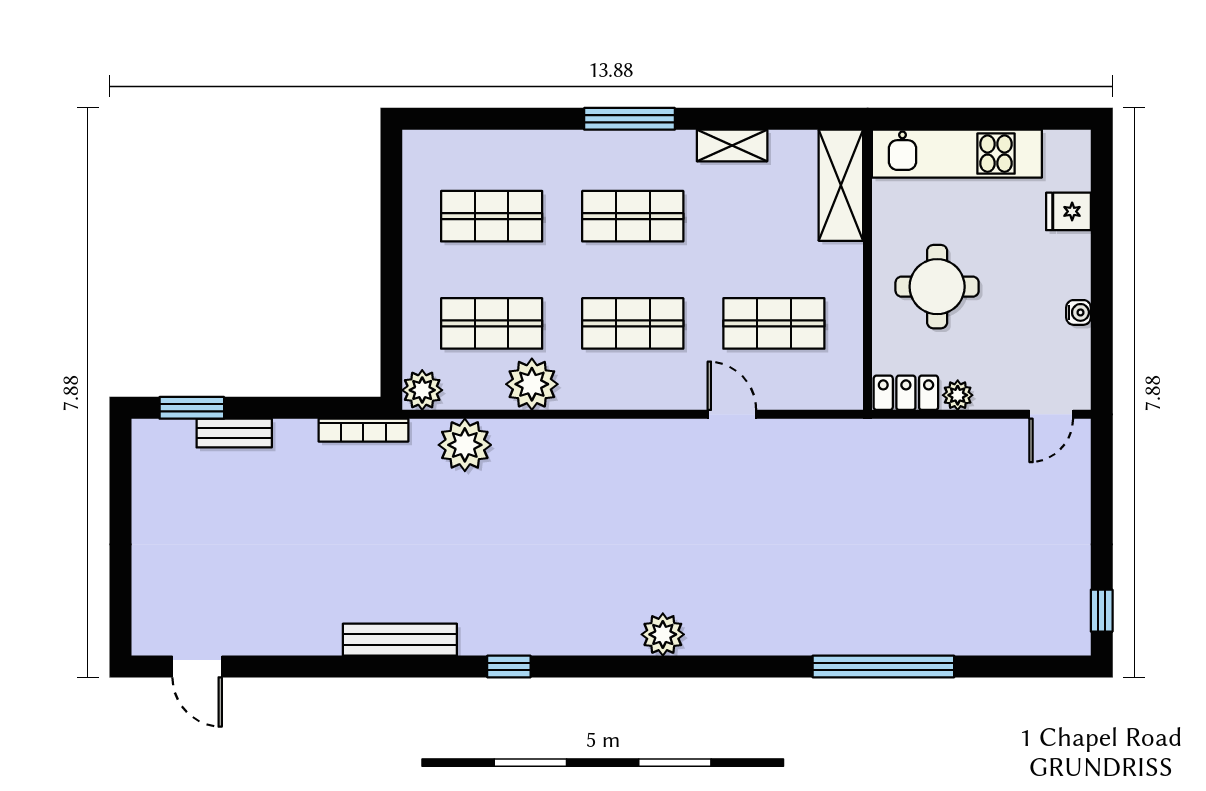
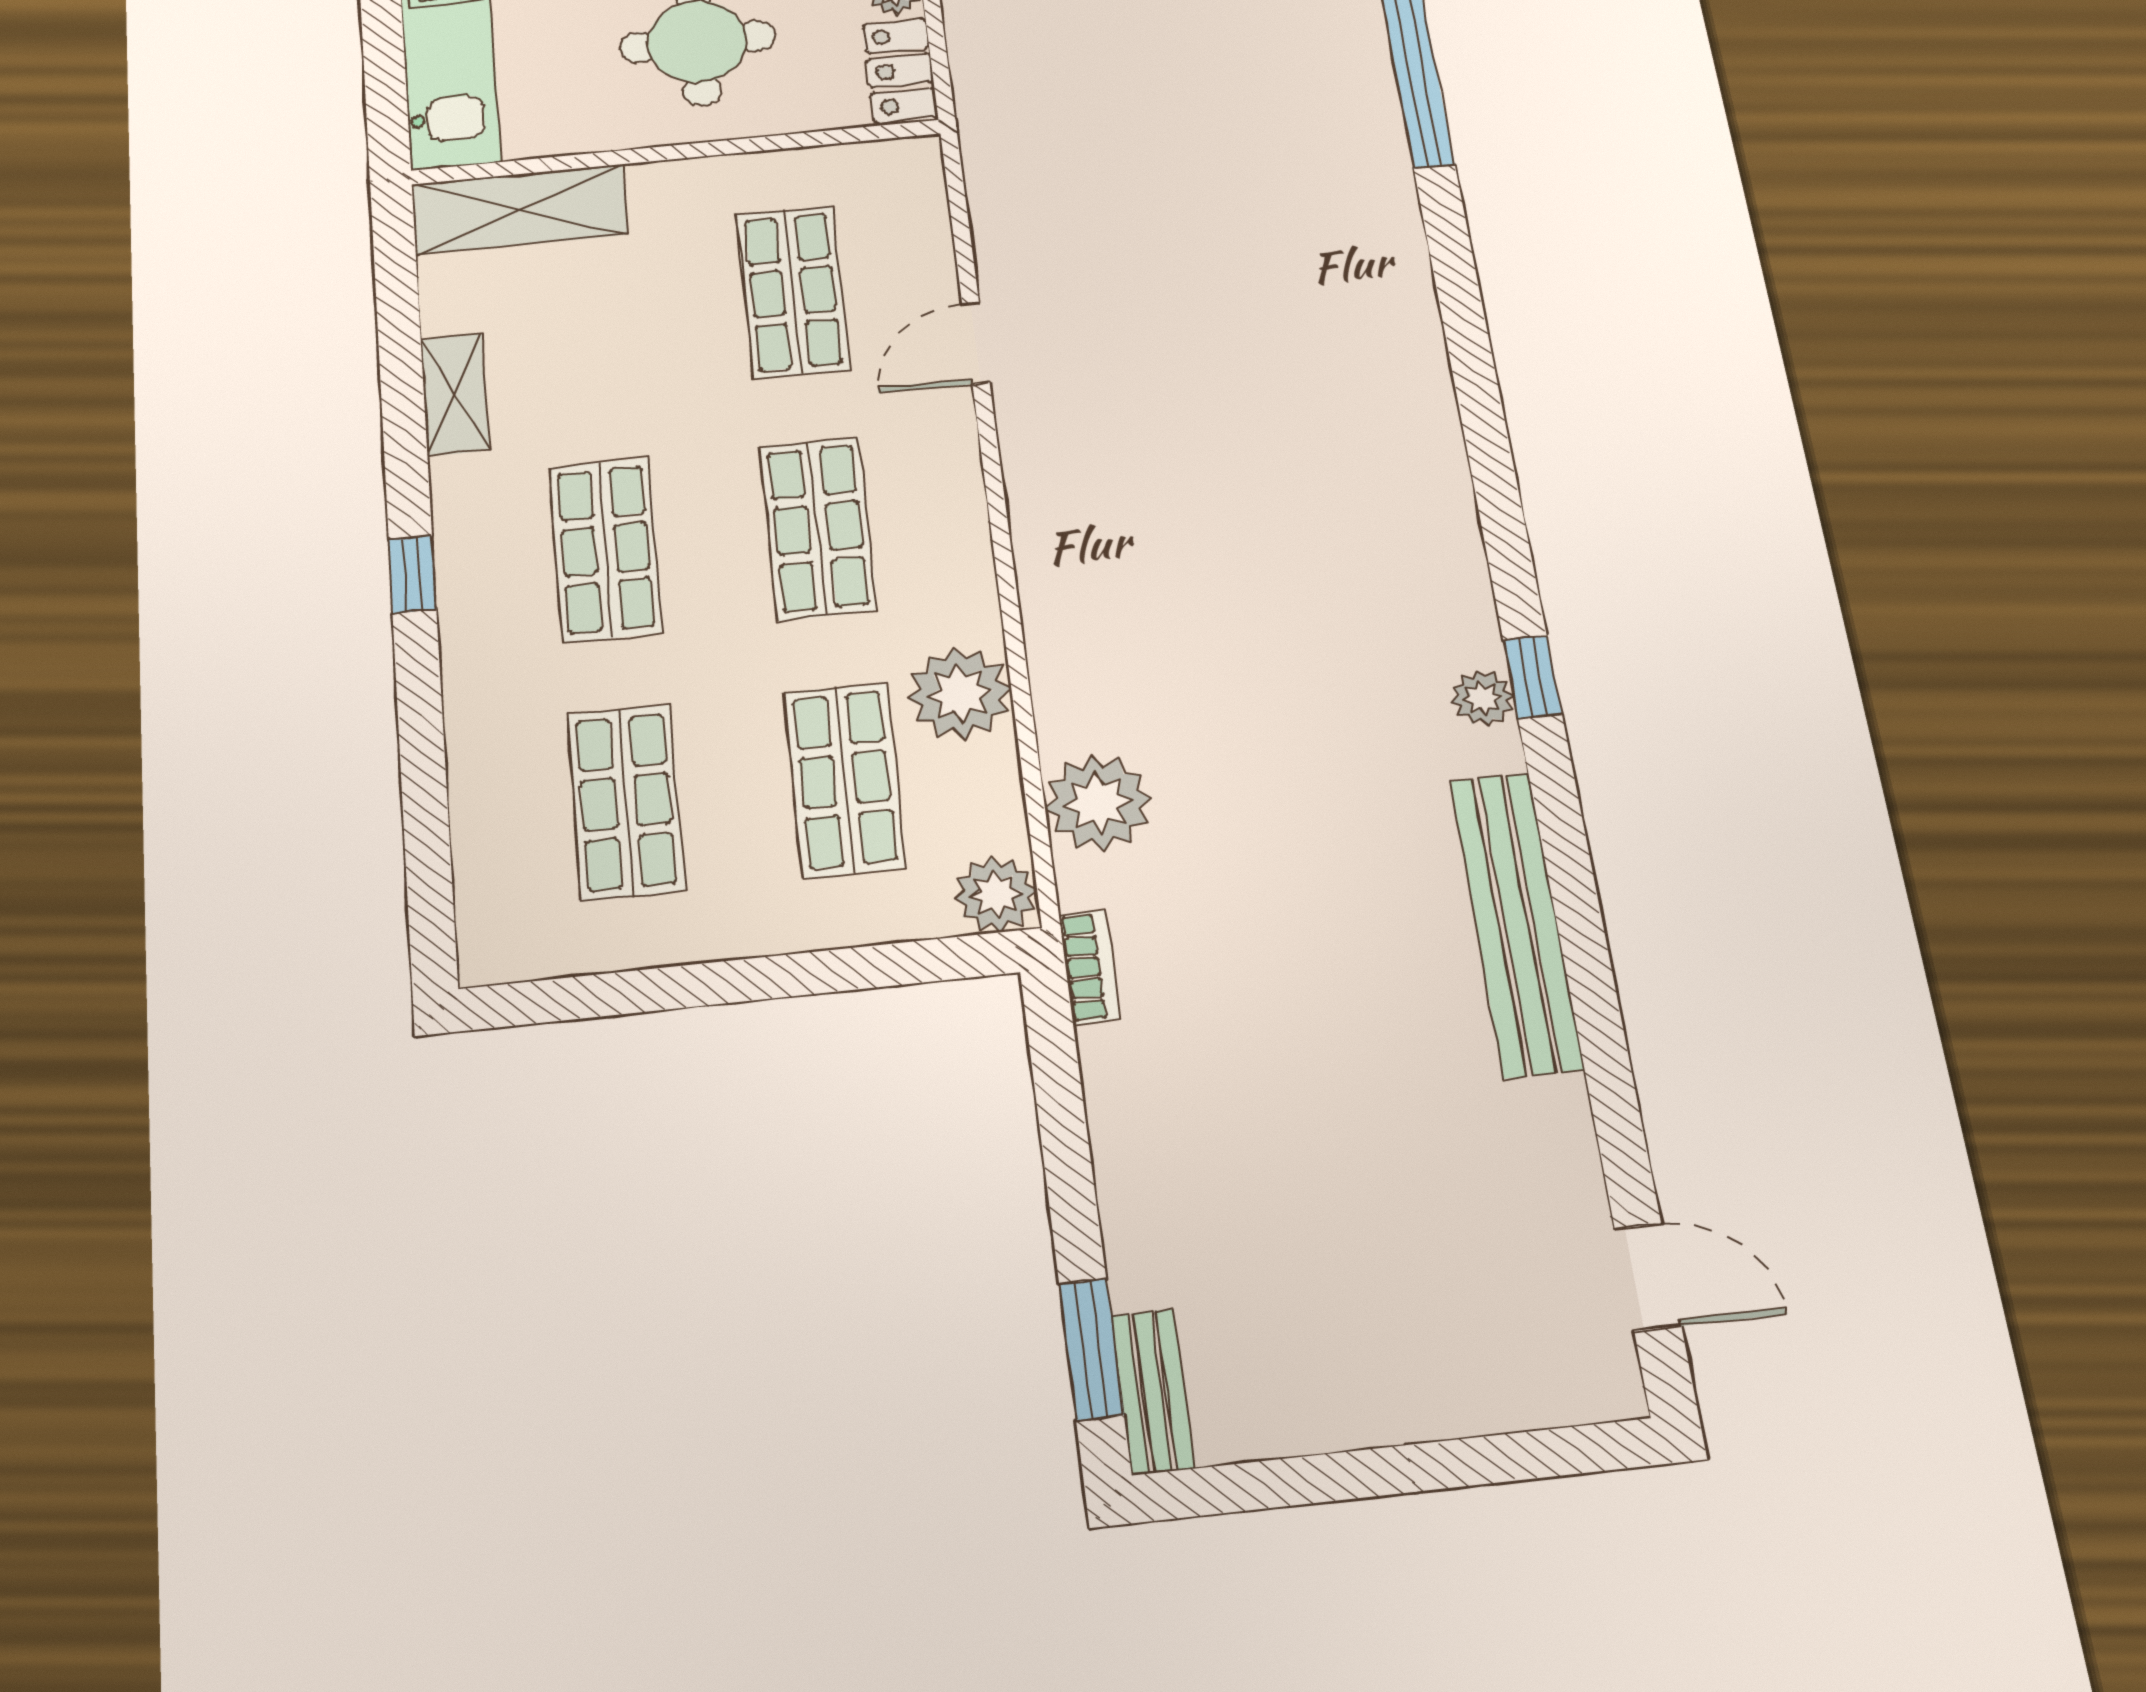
window: (629, 119) -> (412, 574), width x0.46
bookcase: (363, 430) -> (1090, 967), width x0.64
bench: (234, 433) -> (1152, 1392), moved
plant: (663, 634) -> (1483, 698), moved, width x0.73, depth x0.73
bench: (400, 640) -> (1516, 923), width x1.37, depth x1.21
door: (197, 666) -> (1648, 1277), hinge flipped

